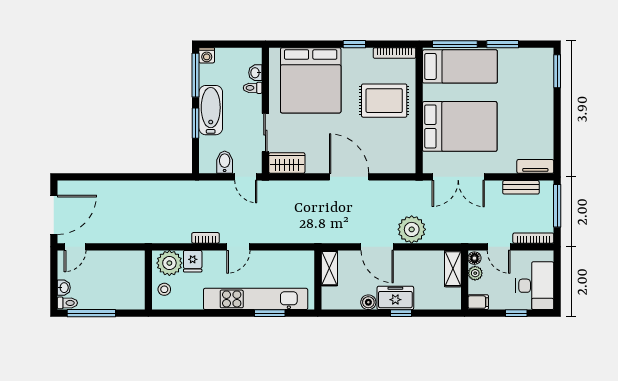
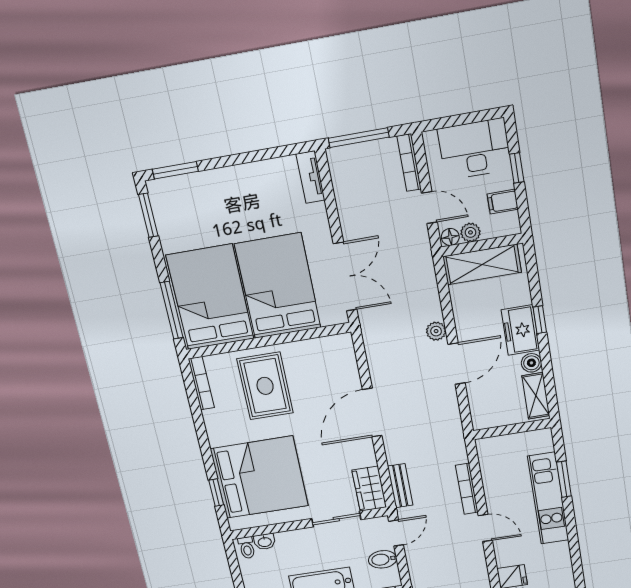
window: (354, 44) -> (216, 493), moved
window: (503, 44) -> (148, 215), moved
bed: (460, 66) -> (210, 297), width x1.50
toilet: (253, 88) -> (247, 548), moved
bench: (521, 187) -> (400, 486), moved
plant: (412, 229) -> (436, 331), width x0.53, depth x0.53
bookcase: (205, 238) -> (467, 489), moved, width x1.56
door: (499, 247) -> (429, 208), hinge flipped
shelving: (329, 268) -> (536, 396), moved, turned 90
shelving: (453, 269) -> (482, 264), width x1.50, depth x1.33
kitchen unit: (256, 299) -> (548, 498), width x0.73
filing cabinet: (478, 302) -> (503, 202), moved, turned -90

